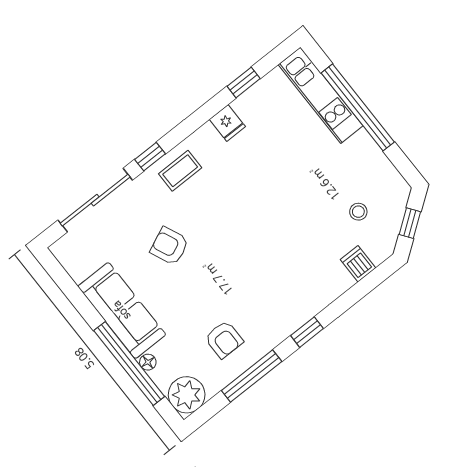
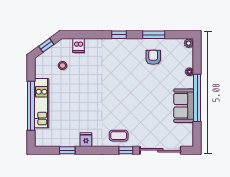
kitchen unit: (321, 95) -> (42, 103), moved
armchair: (169, 246) -> (146, 110), removed
sofa: (122, 310) -> (184, 106), width x0.73
window: (129, 363) -> (197, 98), moved
window: (252, 376) -> (154, 35), width x0.69
plant: (187, 395) -> (189, 43), width x0.53, depth x0.53

